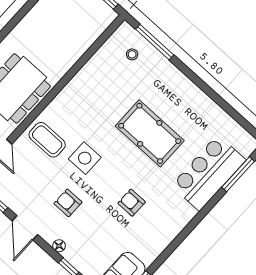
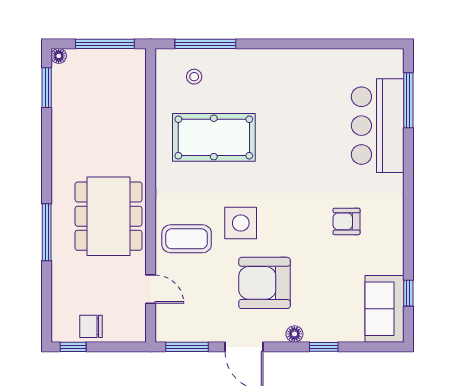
pool table: (150, 133) -> (214, 137), moved
armchair: (68, 203) -> (264, 283), width x1.88, depth x1.88
armchair: (132, 203) -> (347, 221), moved

